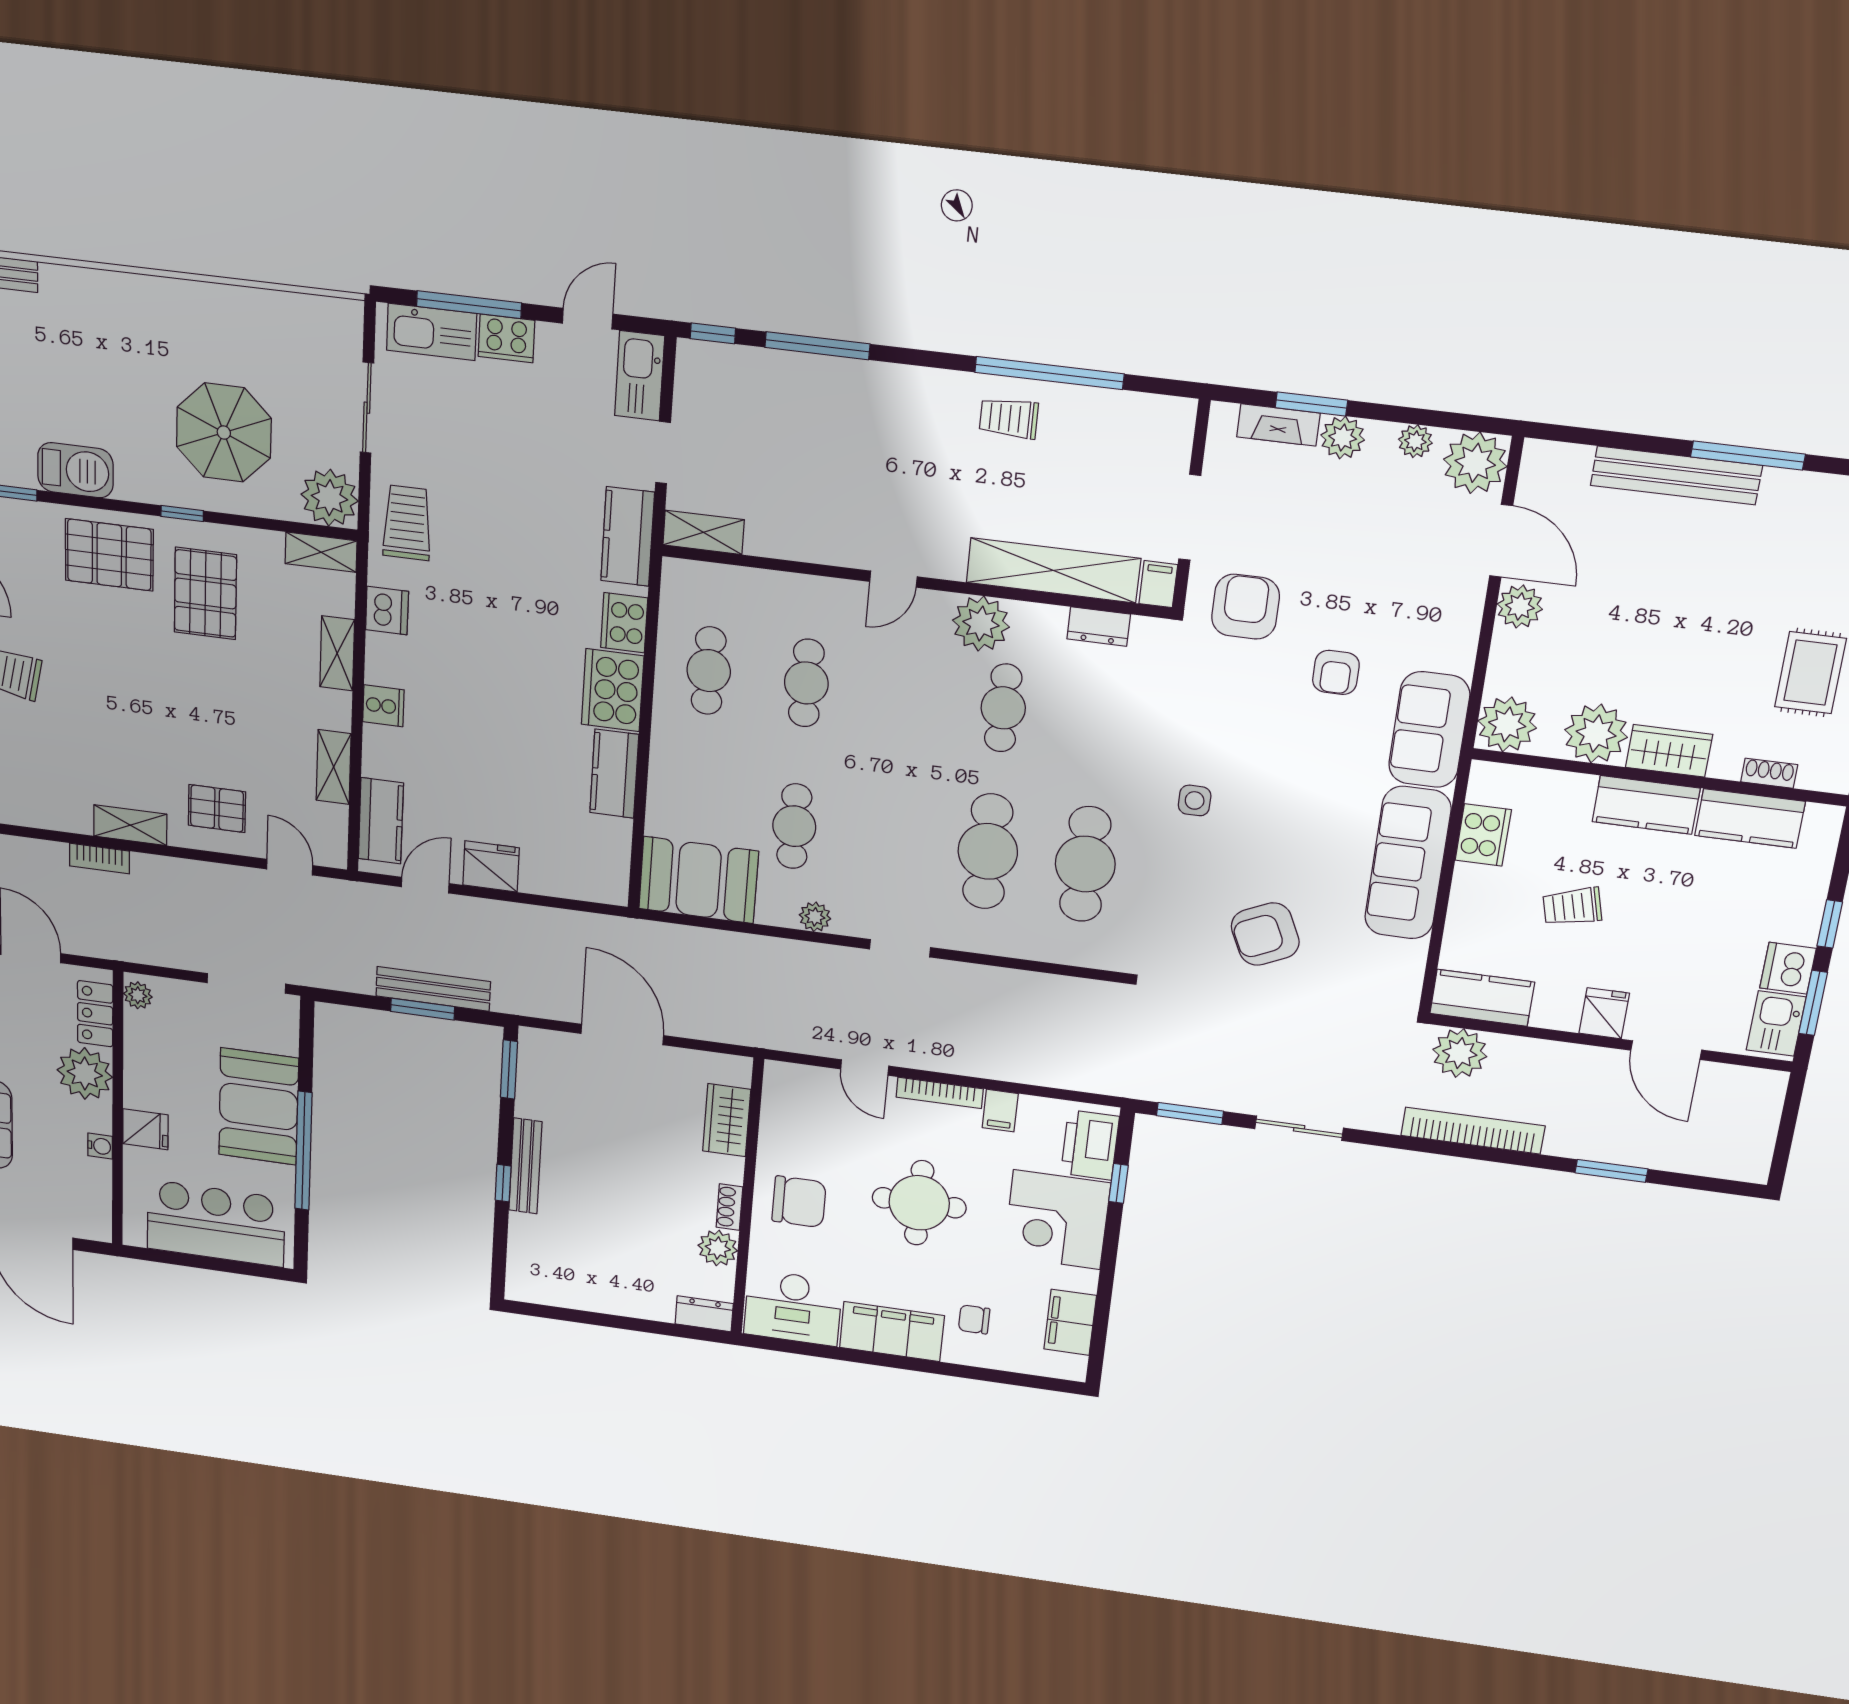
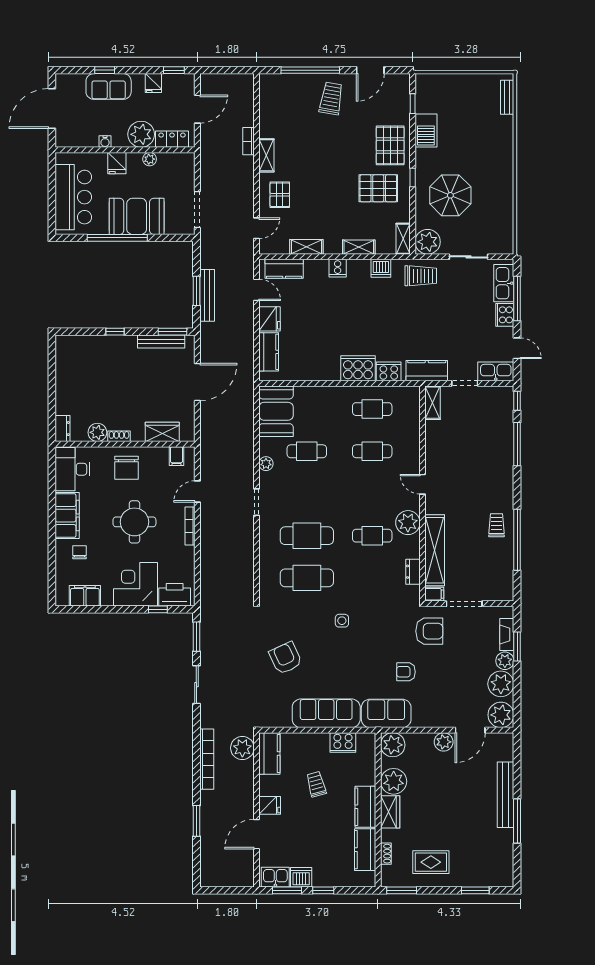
plant: (1415, 441) -> (501, 684), width x1.88, depth x1.88
kitchen counter: (614, 774) -> (269, 352), moved, turned 90
plant: (138, 995) -> (150, 159), moved
filing cabinet: (1000, 1111) -> (177, 456), moved, turned -90
bench: (525, 1166) -> (161, 341), moved

